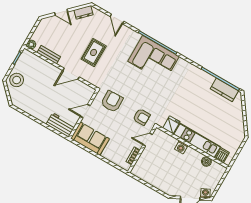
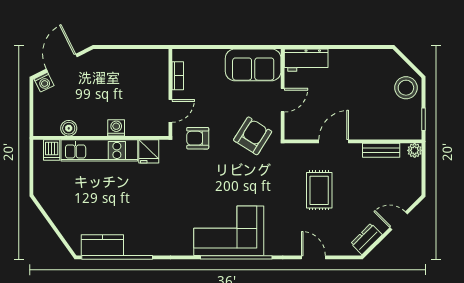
armchair: (112, 101) -> (253, 136), turned -146

